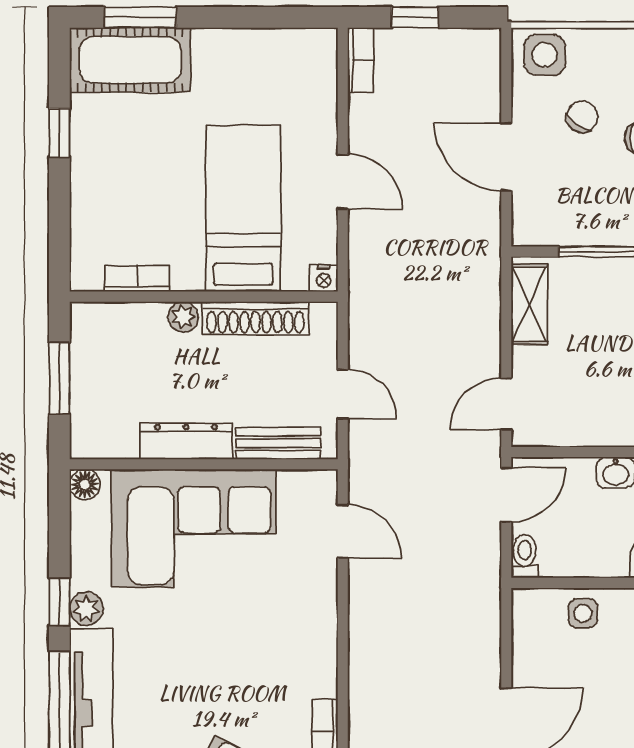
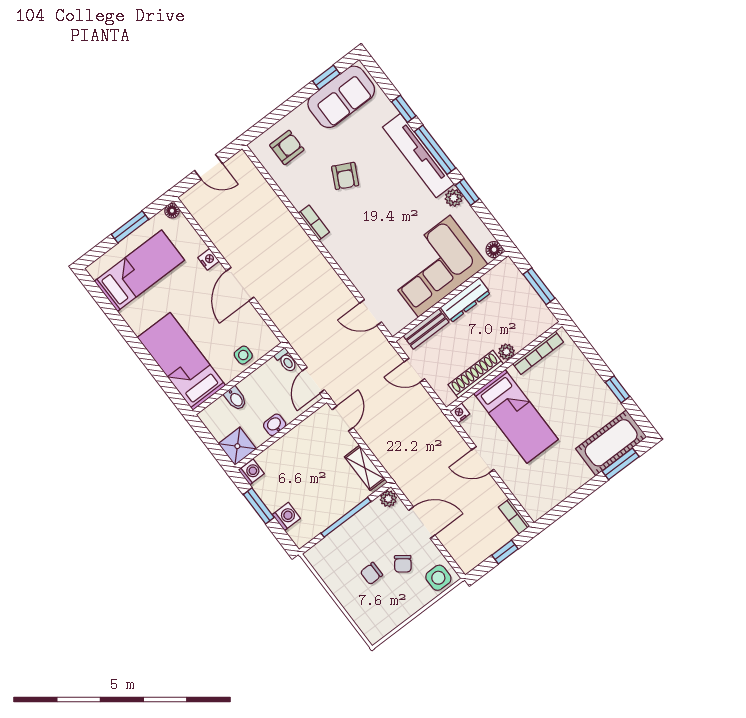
plant: (529, 231) -> (388, 499), added
bookcase: (137, 279) -> (538, 353), width x1.56

